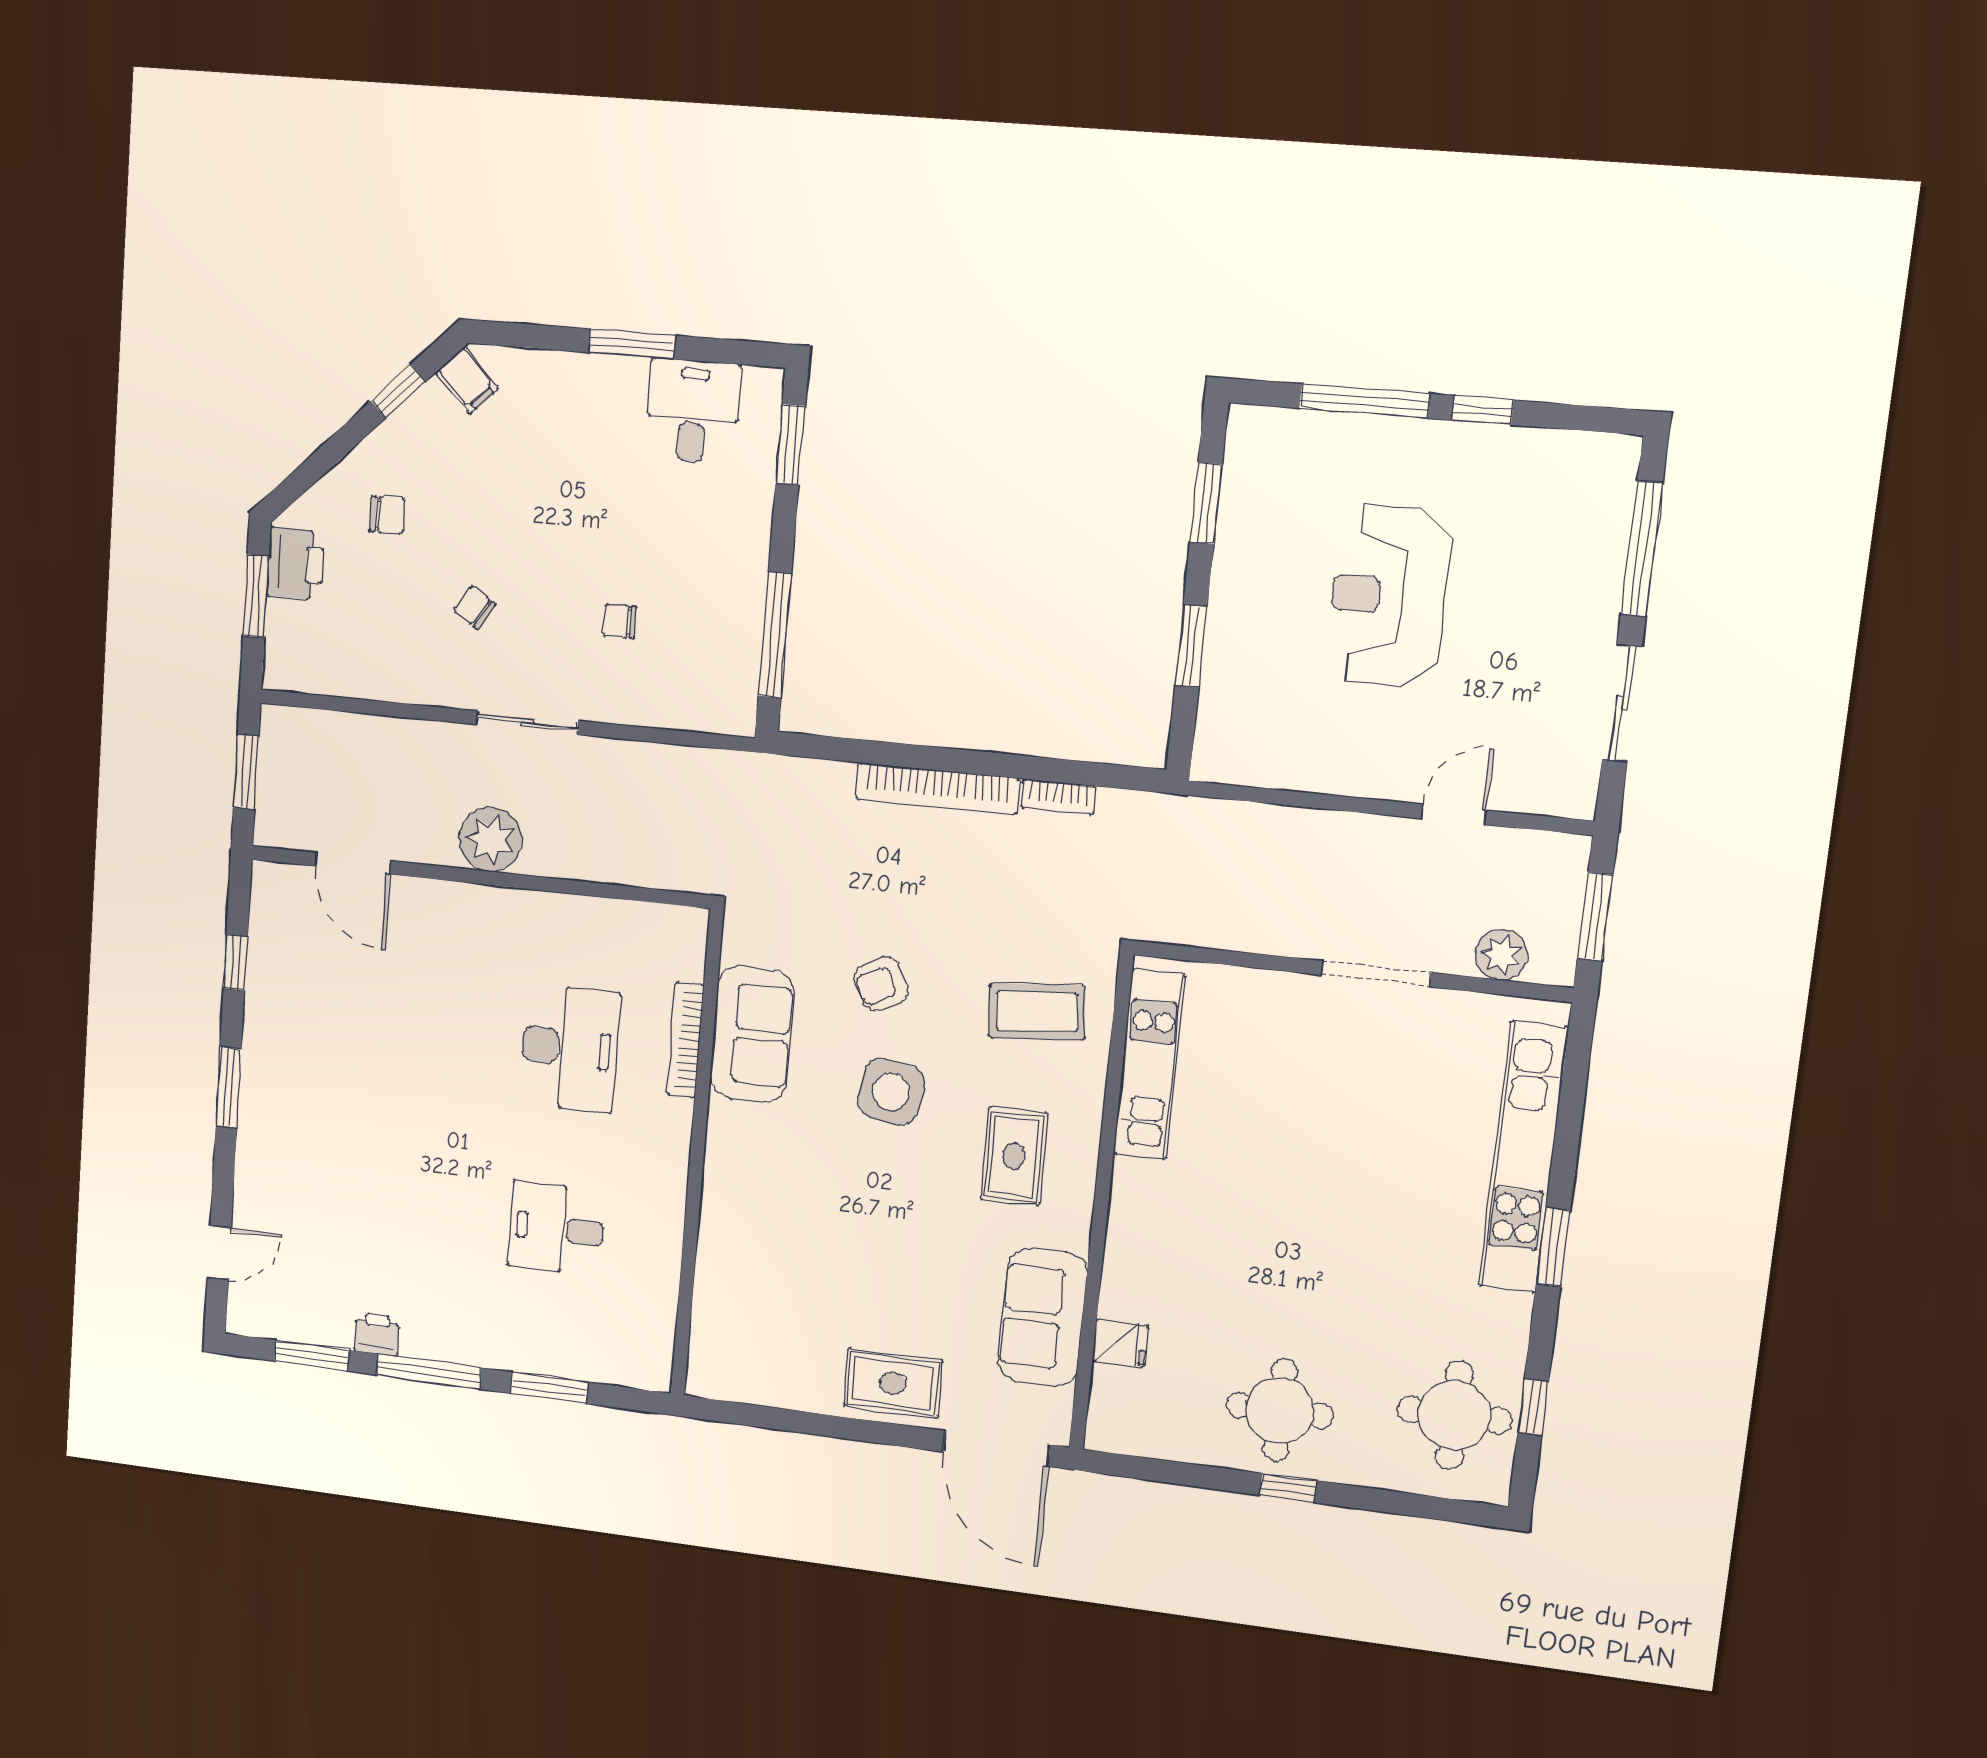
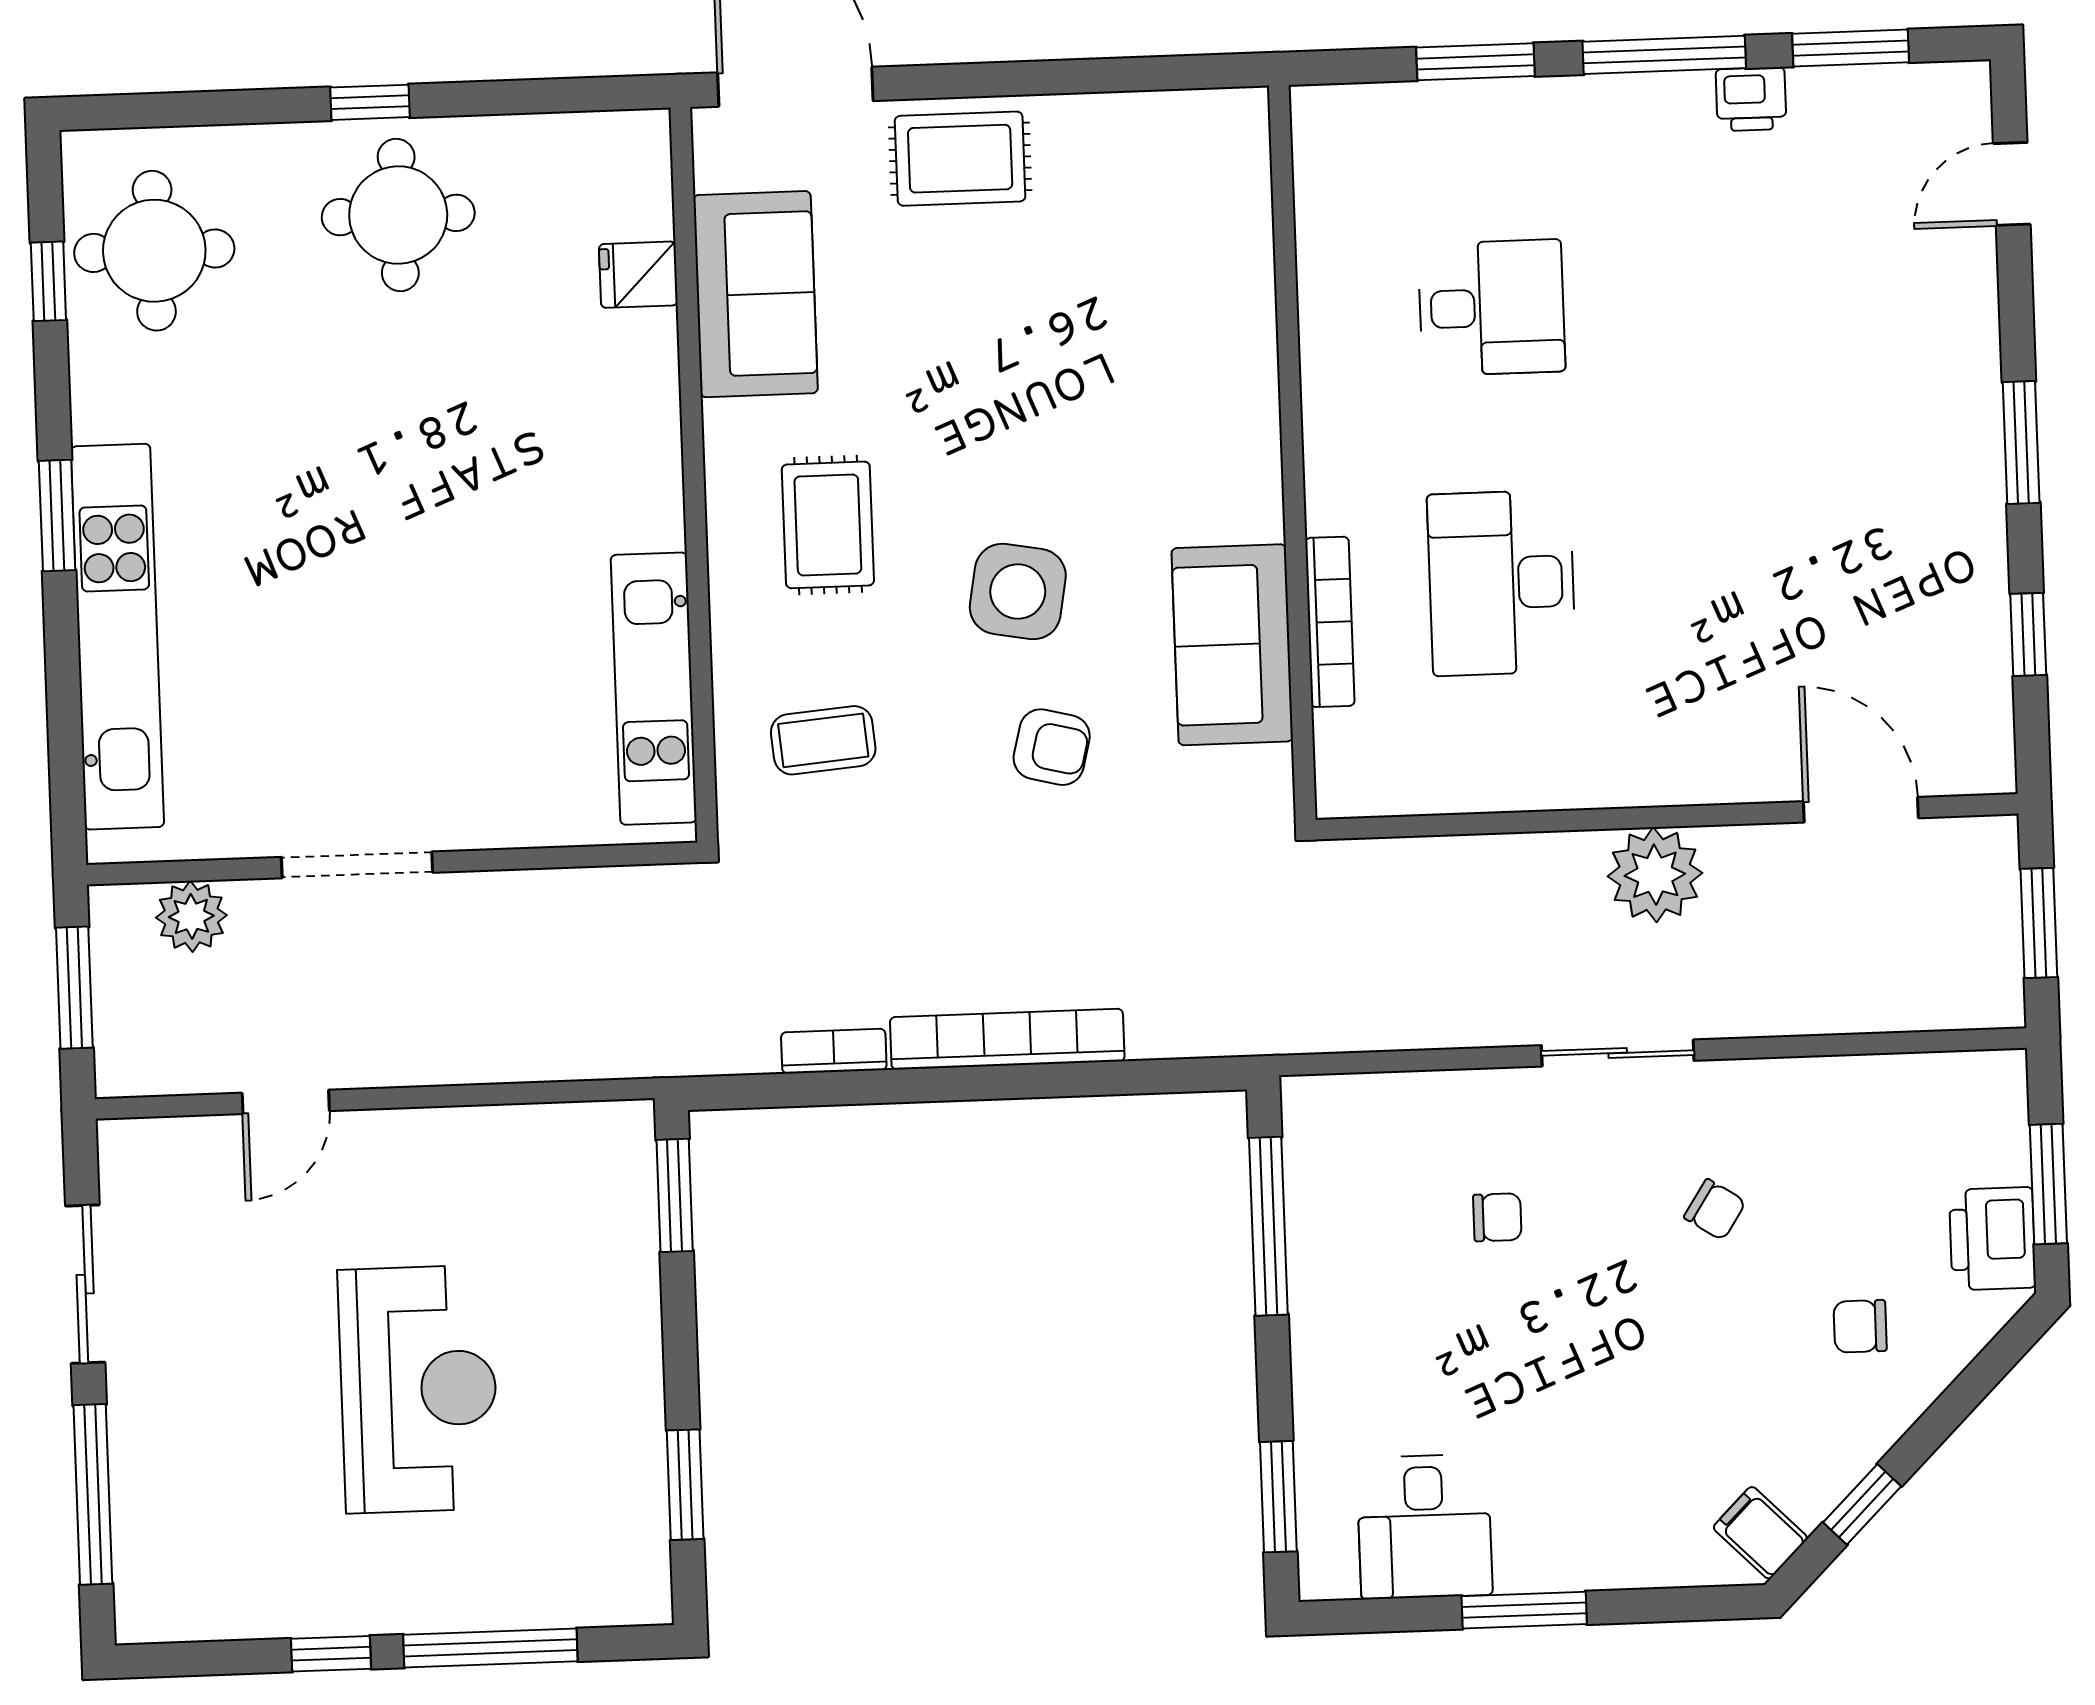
window: (1191, 646) -> (675, 1195), moved
armchair: (882, 984) -> (1052, 747), turned 42
coffee table: (1037, 1012) -> (823, 740), width x0.73, depth x0.77

